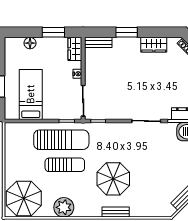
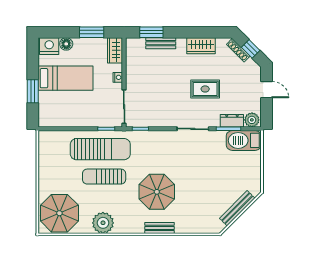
window: (127, 32) -> (151, 32), moved
bench: (98, 42) -> (161, 43), moved
nightstand: (14, 45) -> (49, 46), added
rug: (158, 84) -> (205, 89), added
bed: (31, 94) -> (66, 78), moved, turned 90
sun lounger: (65, 165) -> (104, 177), turned 180

